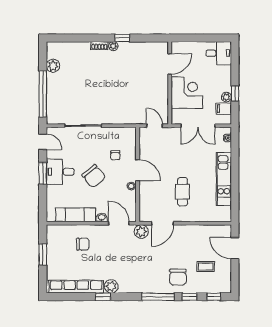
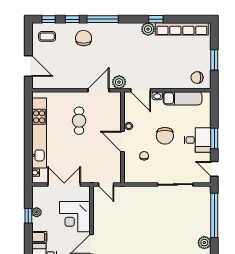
filing cabinet: (224, 109) -> (39, 237), moved
chair: (94, 176) -> (165, 136), turned -140
kitchen unit: (224, 179) -> (39, 133), width x1.36
chair: (83, 244) -> (197, 78), moved
coffee table: (206, 267) -> (47, 36), moved

